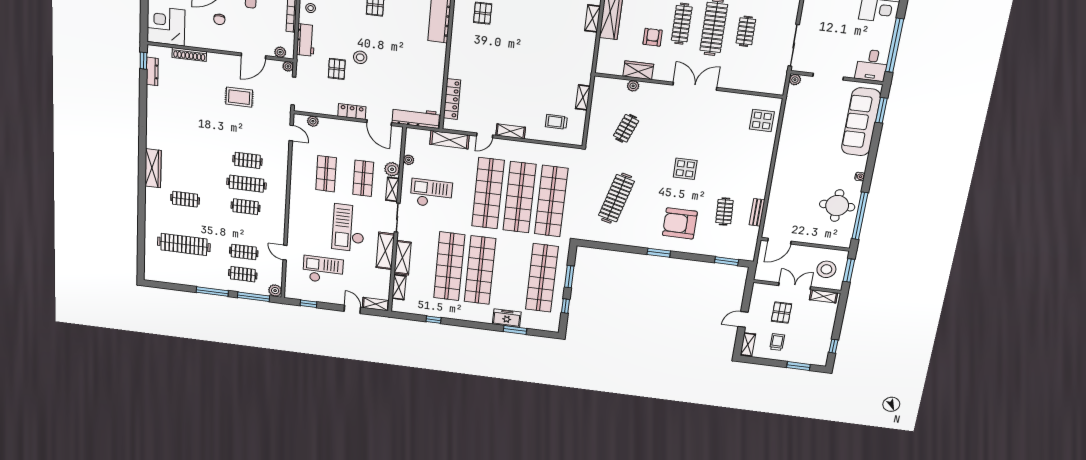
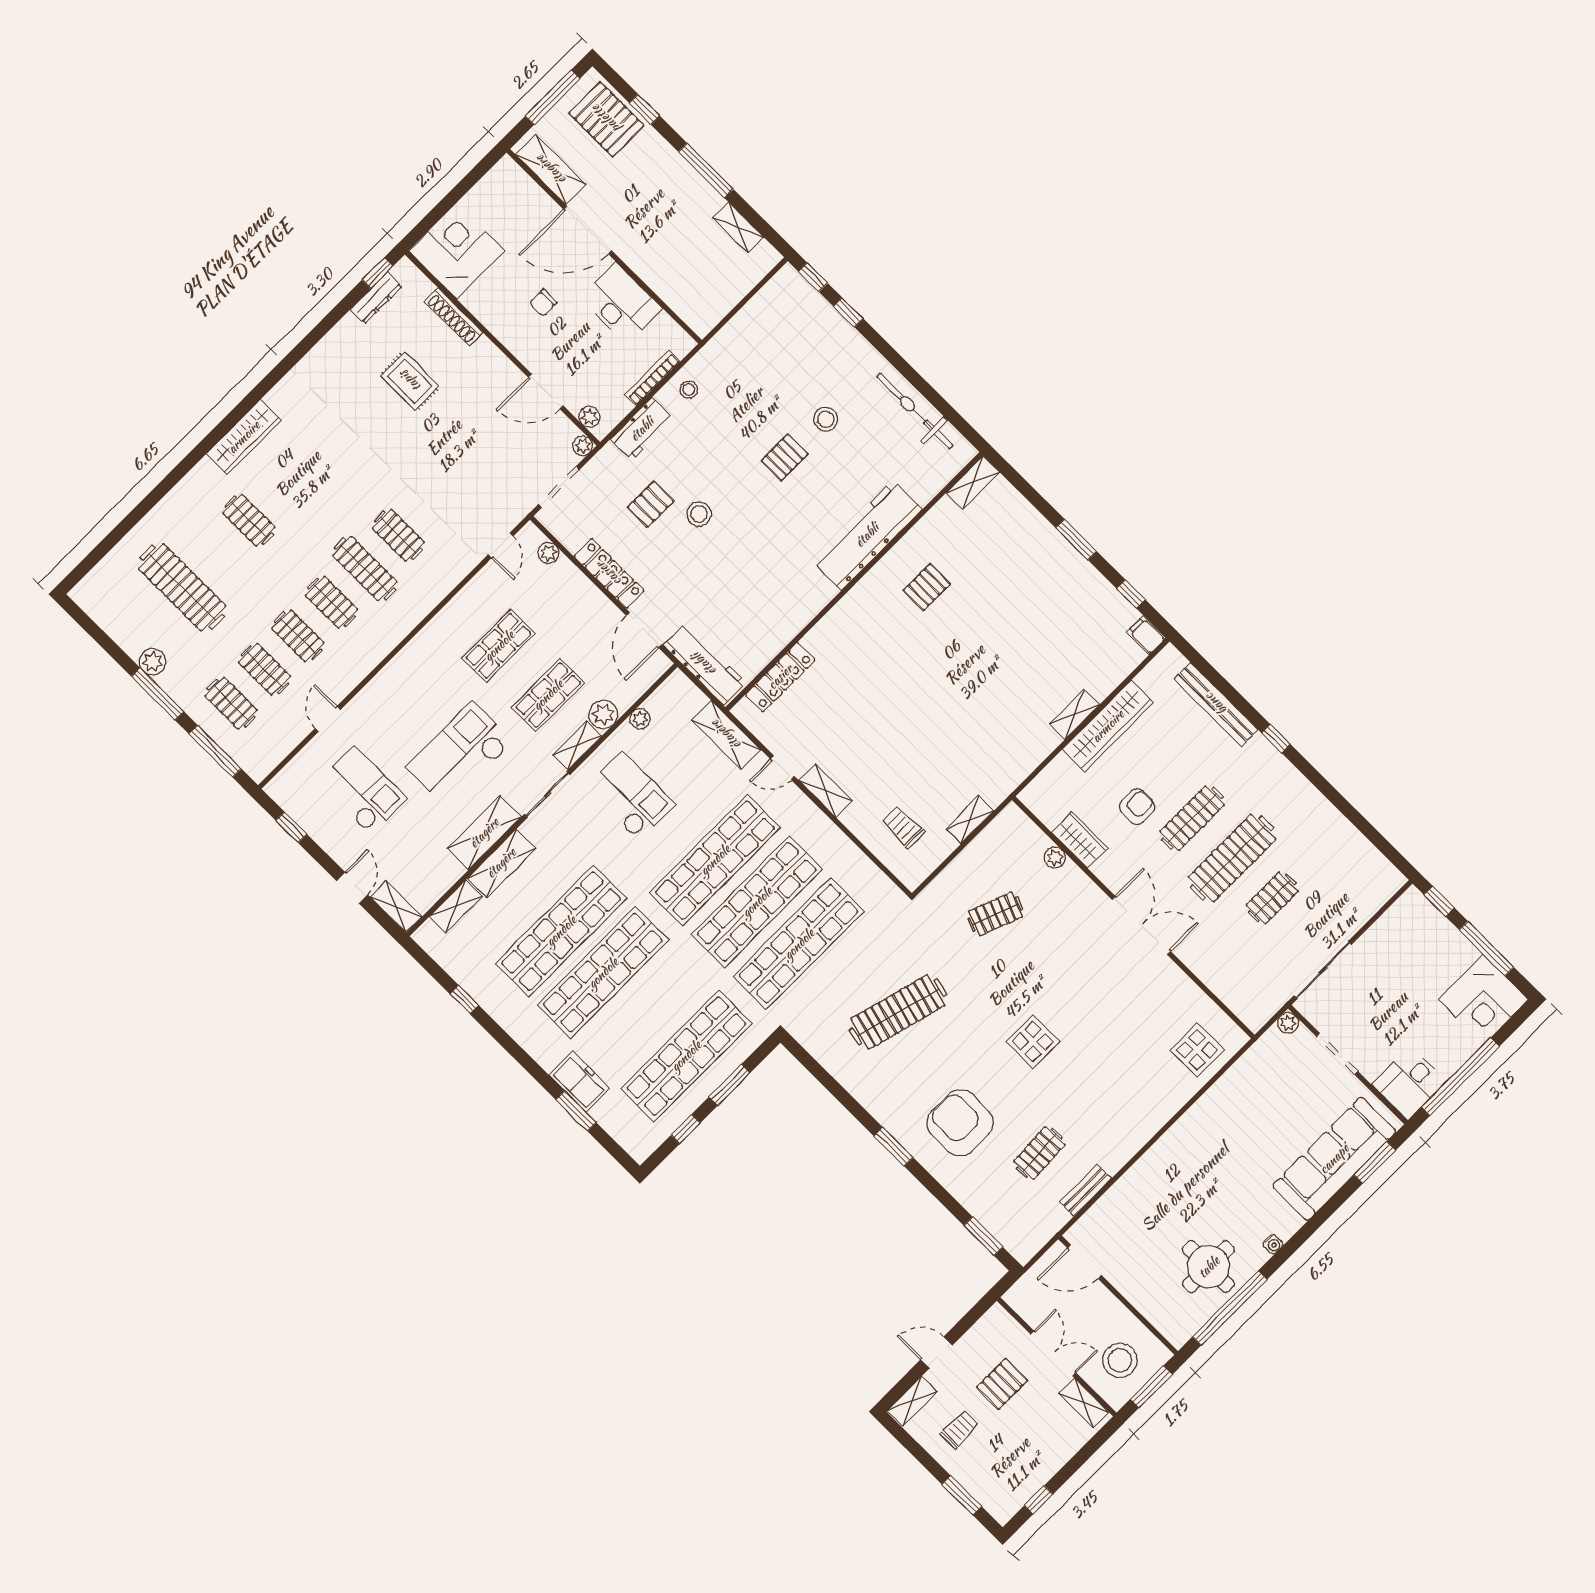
rug: (239, 97) -> (410, 381), moved
locker: (352, 111) -> (609, 574), width x1.53
clothes rail: (245, 229) -> (298, 636), added
plant: (275, 291) -> (153, 662), moved

